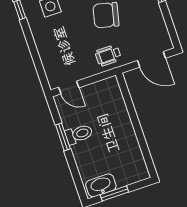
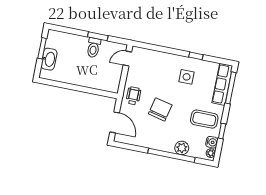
door: (152, 59) -> (115, 122), swing flipped
washbasin: (101, 185) -> (49, 59), moved

